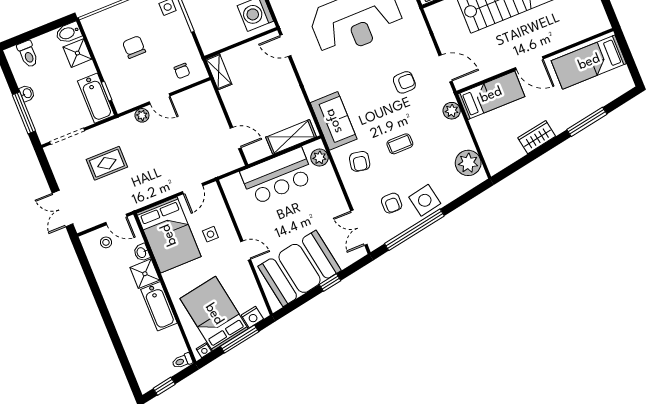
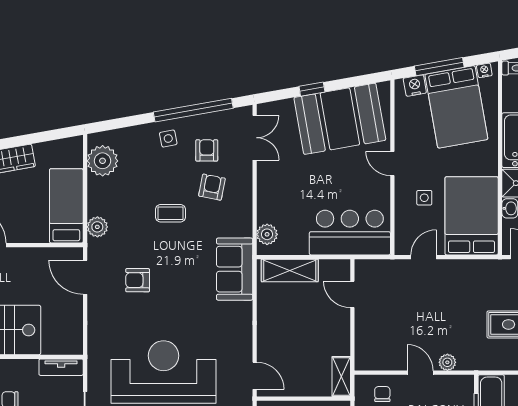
bed: (491, 95) -> (66, 206), moved, turned 90
armchair: (360, 161) -> (212, 187), moved
bar counter: (277, 176) -> (350, 233), moved
side table: (425, 200) -> (168, 139), width x0.54, depth x0.54

